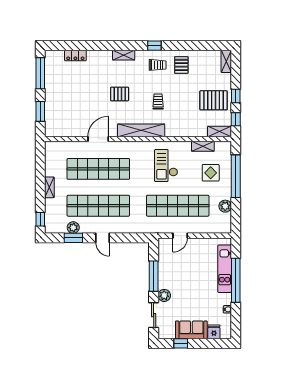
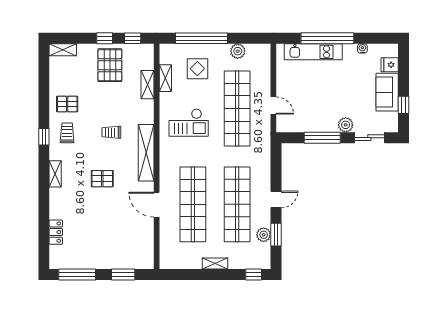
pallet: (120, 94) -> (102, 179), turned 90
shelving: (220, 131) -> (148, 85), moved

